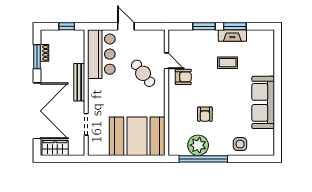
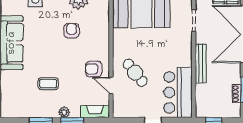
plant: (212, 35) -> (64, 112), added
fireplace: (232, 35) -> (95, 112), moved

